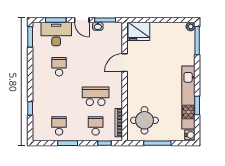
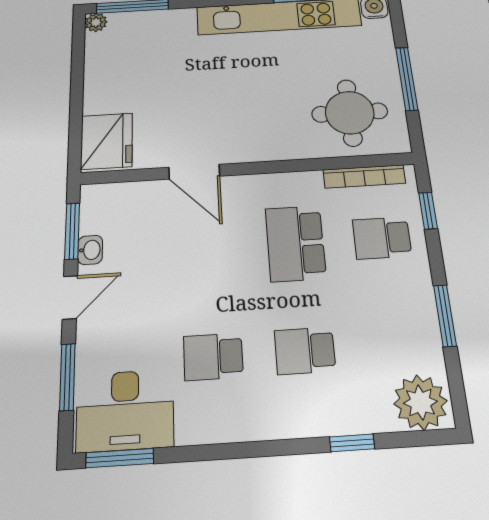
desk: (56, 34) -> (125, 410), moved, turned -90
school desk: (59, 126) -> (305, 351), moved
plant: (41, 131) -> (420, 402), added

